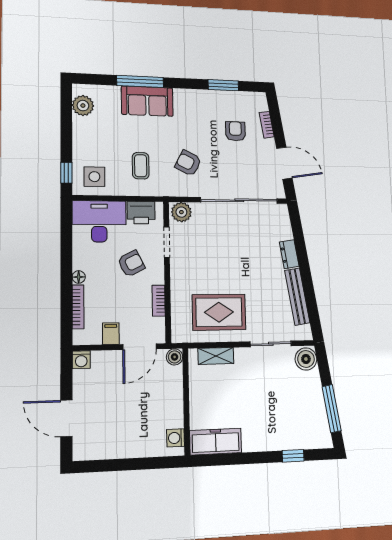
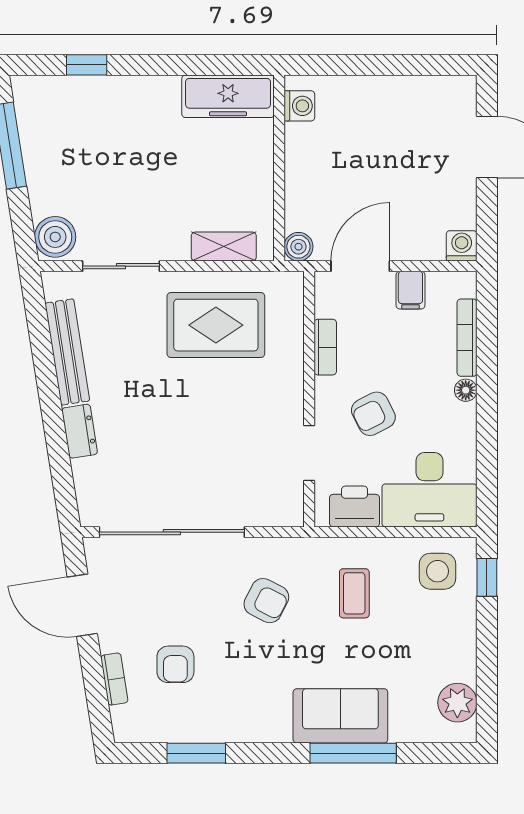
plant: (181, 212) -> (281, 508), removed

